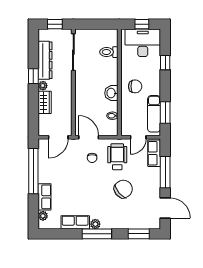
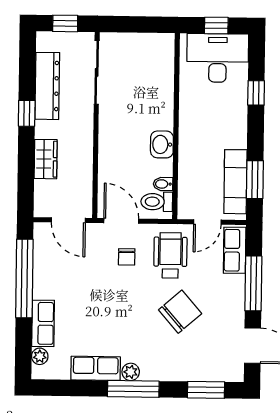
toilet: (109, 52) -> (157, 202), moved
plant: (43, 86) -> (43, 130), removed
chair: (135, 86) -> (203, 134), removed
door: (58, 137) -> (68, 220), hinge flipped

